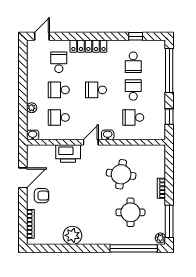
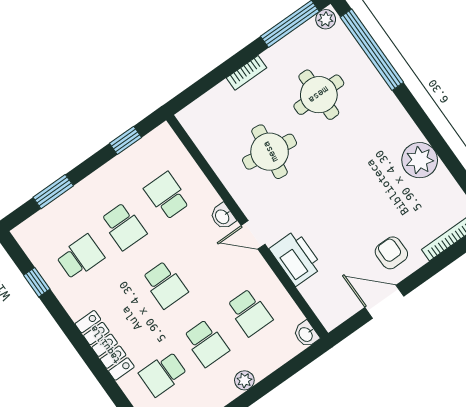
window: (169, 70) -> (53, 192), width x0.47
school desk: (133, 90) -> (124, 226), turned -90
plant: (32, 108) -> (244, 380), moved
school desk: (133, 117) -> (167, 196), turned 180

